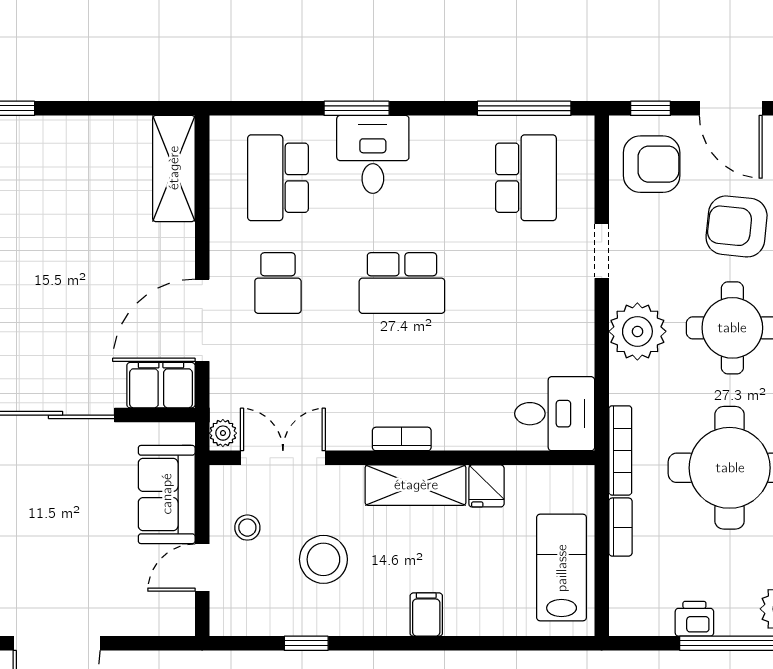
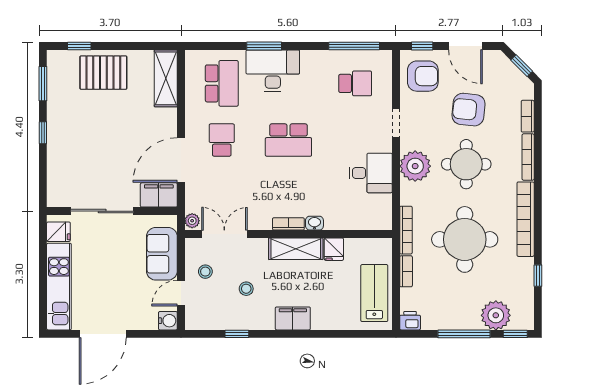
desk: (373, 154) -> (273, 71), width x1.37
pallet: (58, 158) -> (103, 73), added
school desk: (278, 178) -> (222, 83), turned 180
school desk: (526, 178) -> (355, 83), width x0.54
school desk: (278, 283) -> (222, 140), turned 180
desk: (555, 414) -> (371, 173), moved
washbasin: (450, 437) -> (314, 223), added
stool: (323, 559) -> (246, 289), width x0.53, depth x0.53
filing cabinet: (426, 615) -> (293, 318), width x2.00
water cooler: (178, 619) -> (168, 321), added
printer: (694, 619) -> (410, 321), moved

